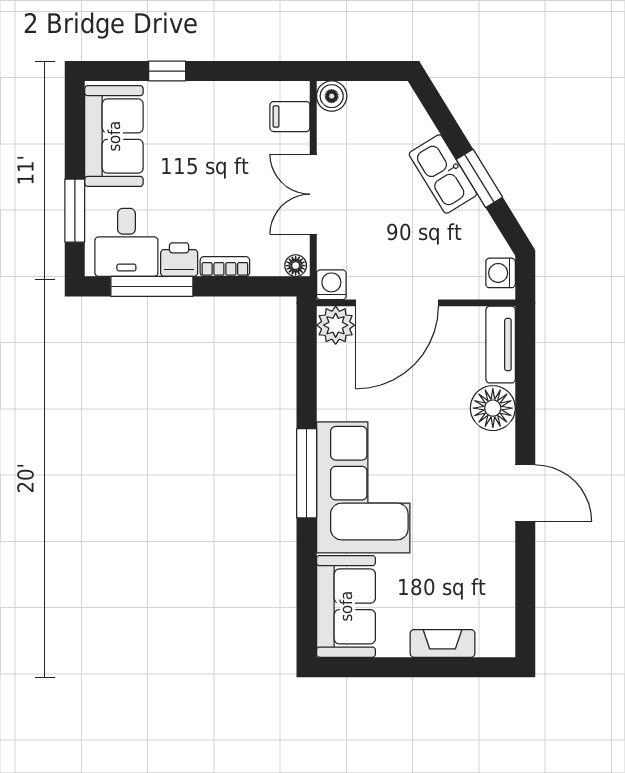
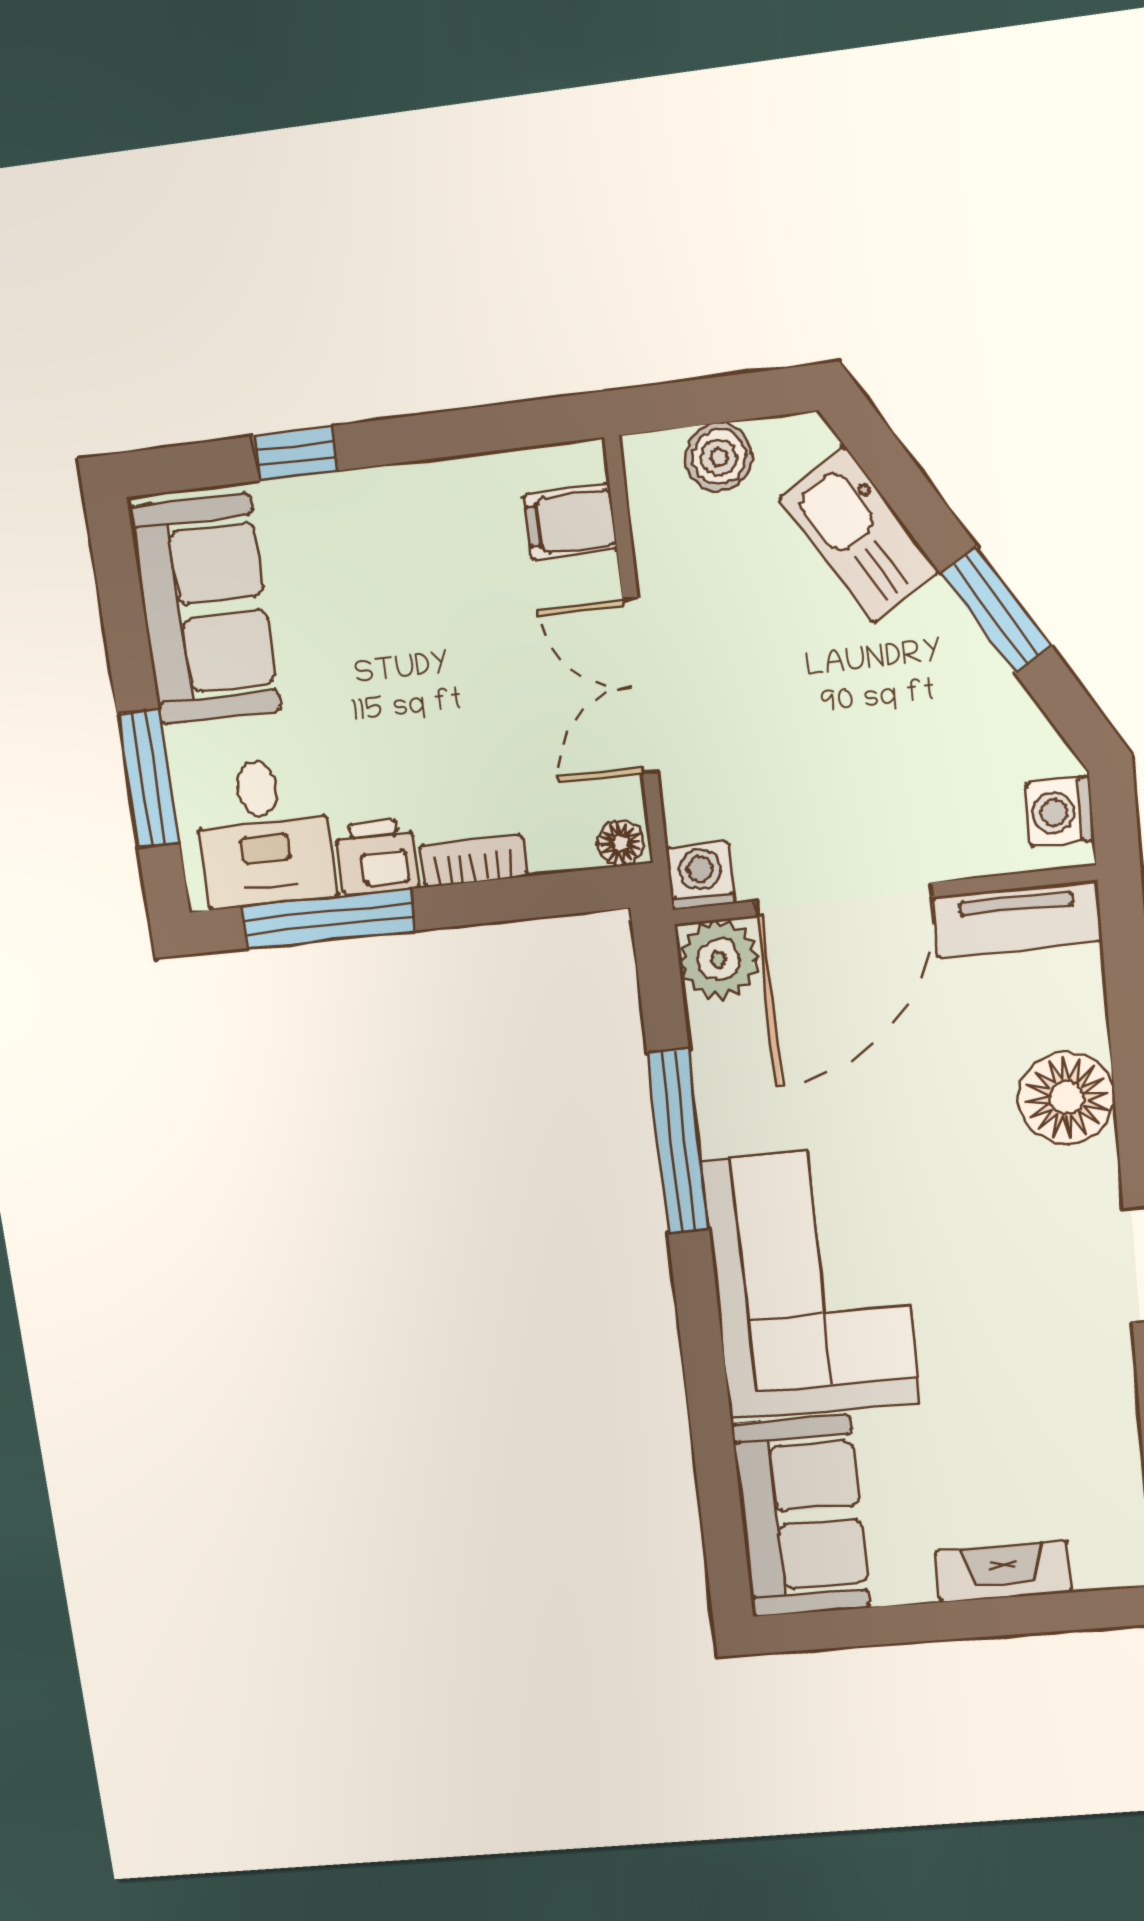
boiler: (332, 96) -> (719, 457), moved
kitchen sink: (443, 174) -> (859, 535), moved
tv unit: (501, 345) -> (1017, 919), moved, turned -90
window: (307, 473) -> (678, 1142), moved

